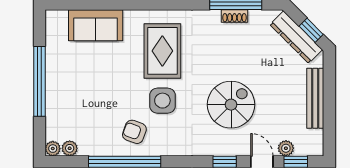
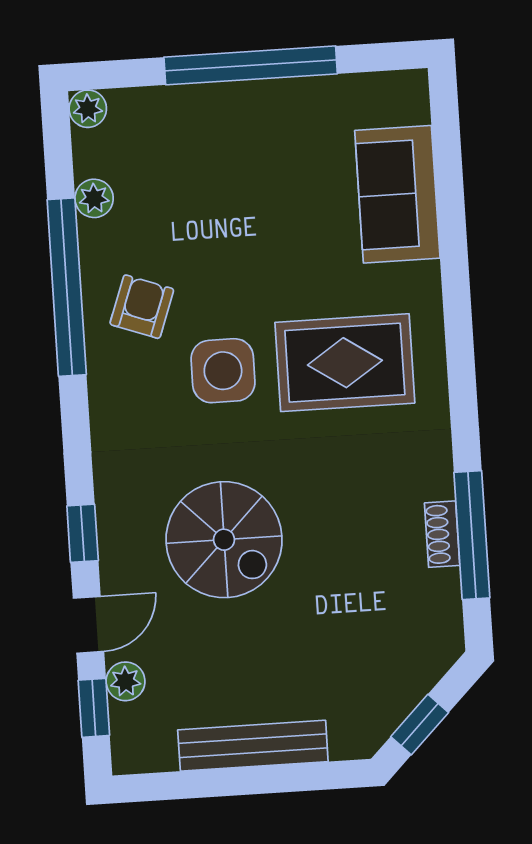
dresser: (296, 37) -> (400, 689), removed
plant: (70, 148) -> (94, 198), moved

